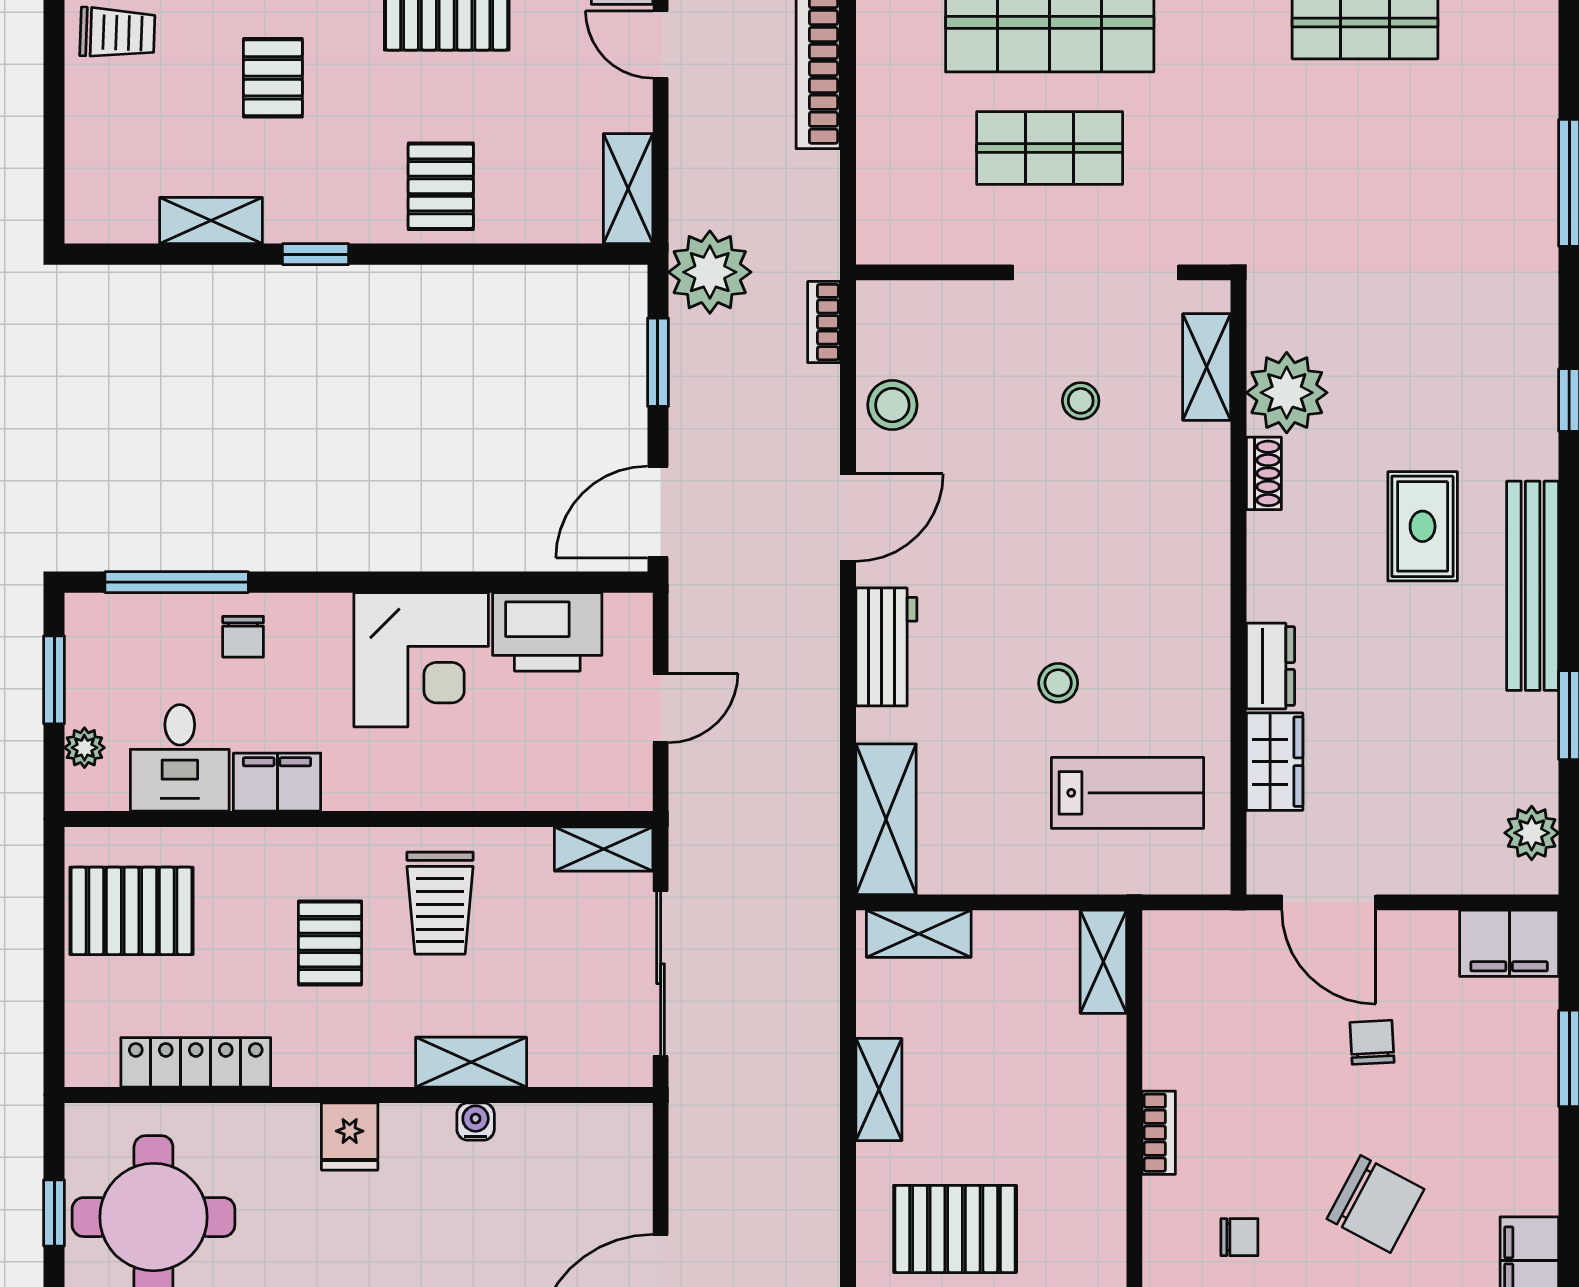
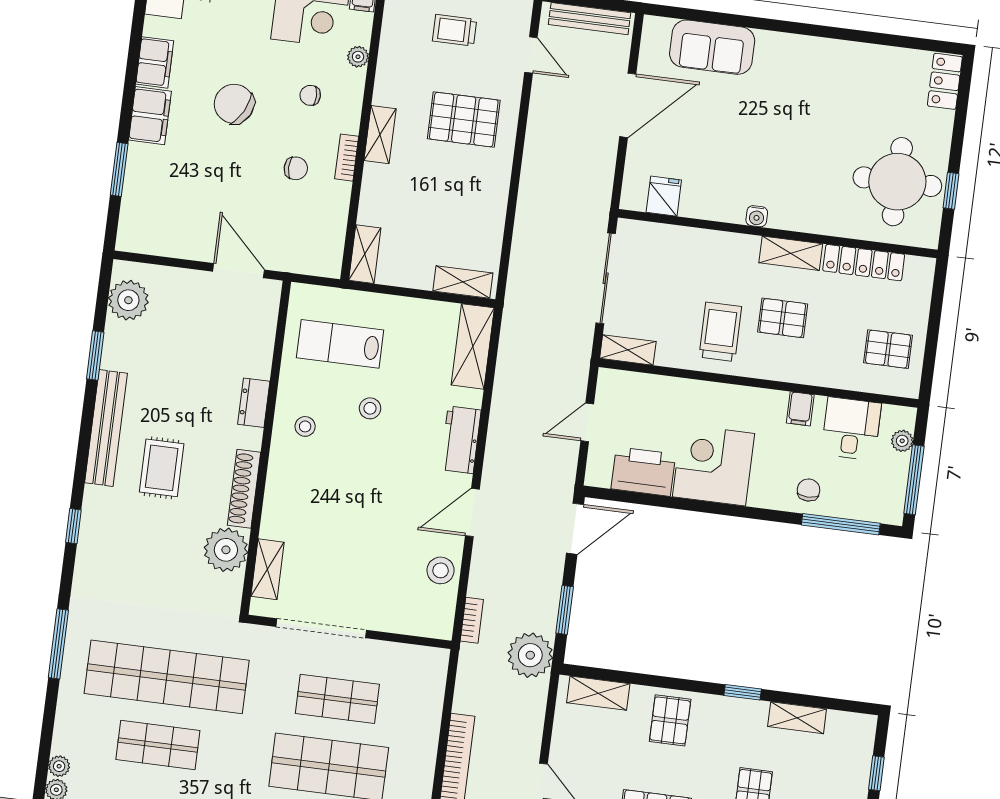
window: (54, 138) -> (876, 773), added
shop shelf: (1365, 148) -> (167, 677), added
shelving: (628, 189) -> (598, 693), moved, turned 90
stool: (1081, 401) -> (305, 426), moved
shoe rack: (1264, 473) -> (244, 489), width x1.94, depth x1.24
window: (54, 680) -> (914, 480), width x1.44
wardrobe: (1275, 762) -> (258, 351), removed
filing cabinet: (277, 782) -> (800, 409), width x0.50
plant: (1532, 833) -> (128, 300), width x1.36, depth x1.36
pallet: (131, 911) -> (888, 349), width x0.67, depth x0.71
pallet: (330, 943) -> (783, 318), turned 90
filing cabinet: (1509, 943) -> (150, 116), moved, turned 90
chair: (1372, 1042) -> (296, 168), moved, turned -87
shelving: (471, 1062) -> (791, 253), moved
shelving: (879, 1090) -> (380, 135), moved
water cooler: (476, 1122) -> (757, 216), moved
fridge: (350, 1136) -> (664, 196), moved

